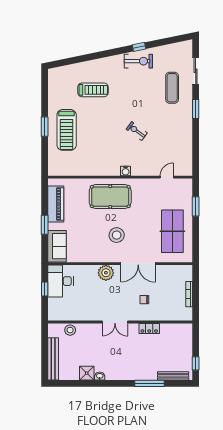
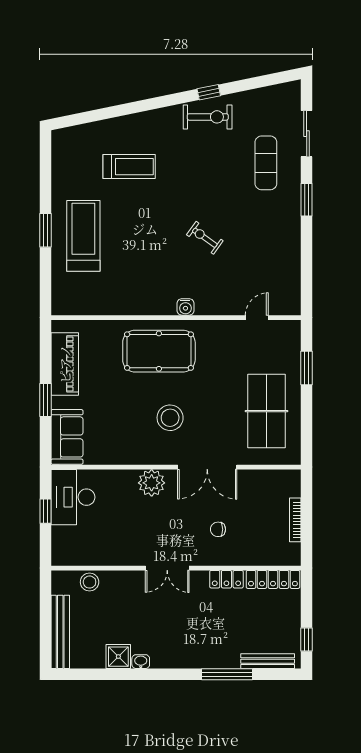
treadmill: (67, 130) -> (83, 236), turned 180
locker: (176, 329) -> (273, 579), added

